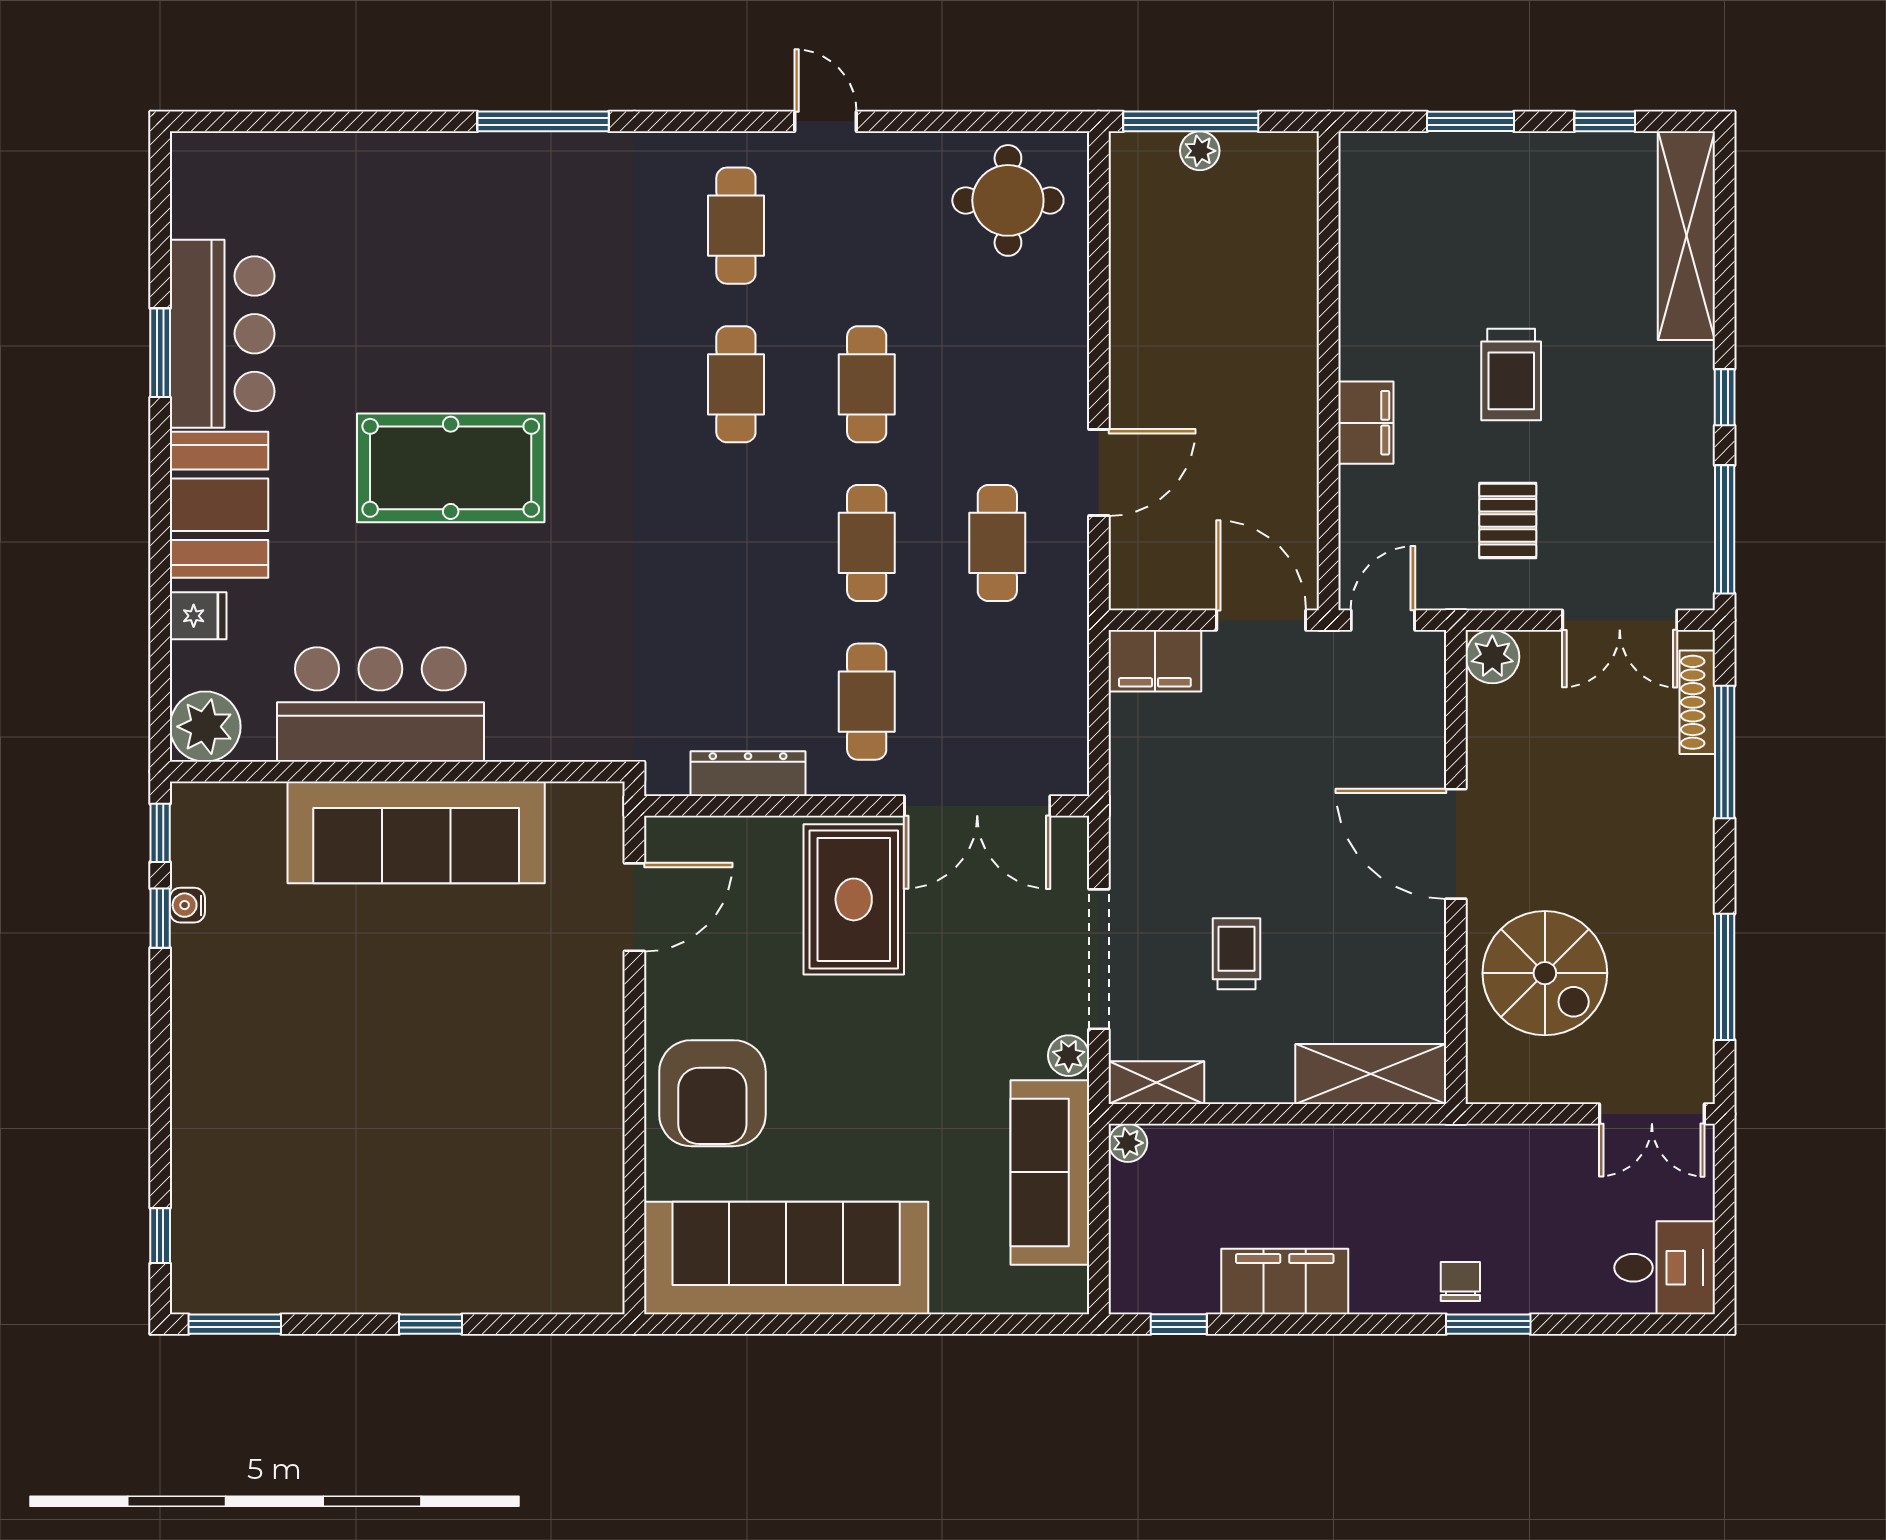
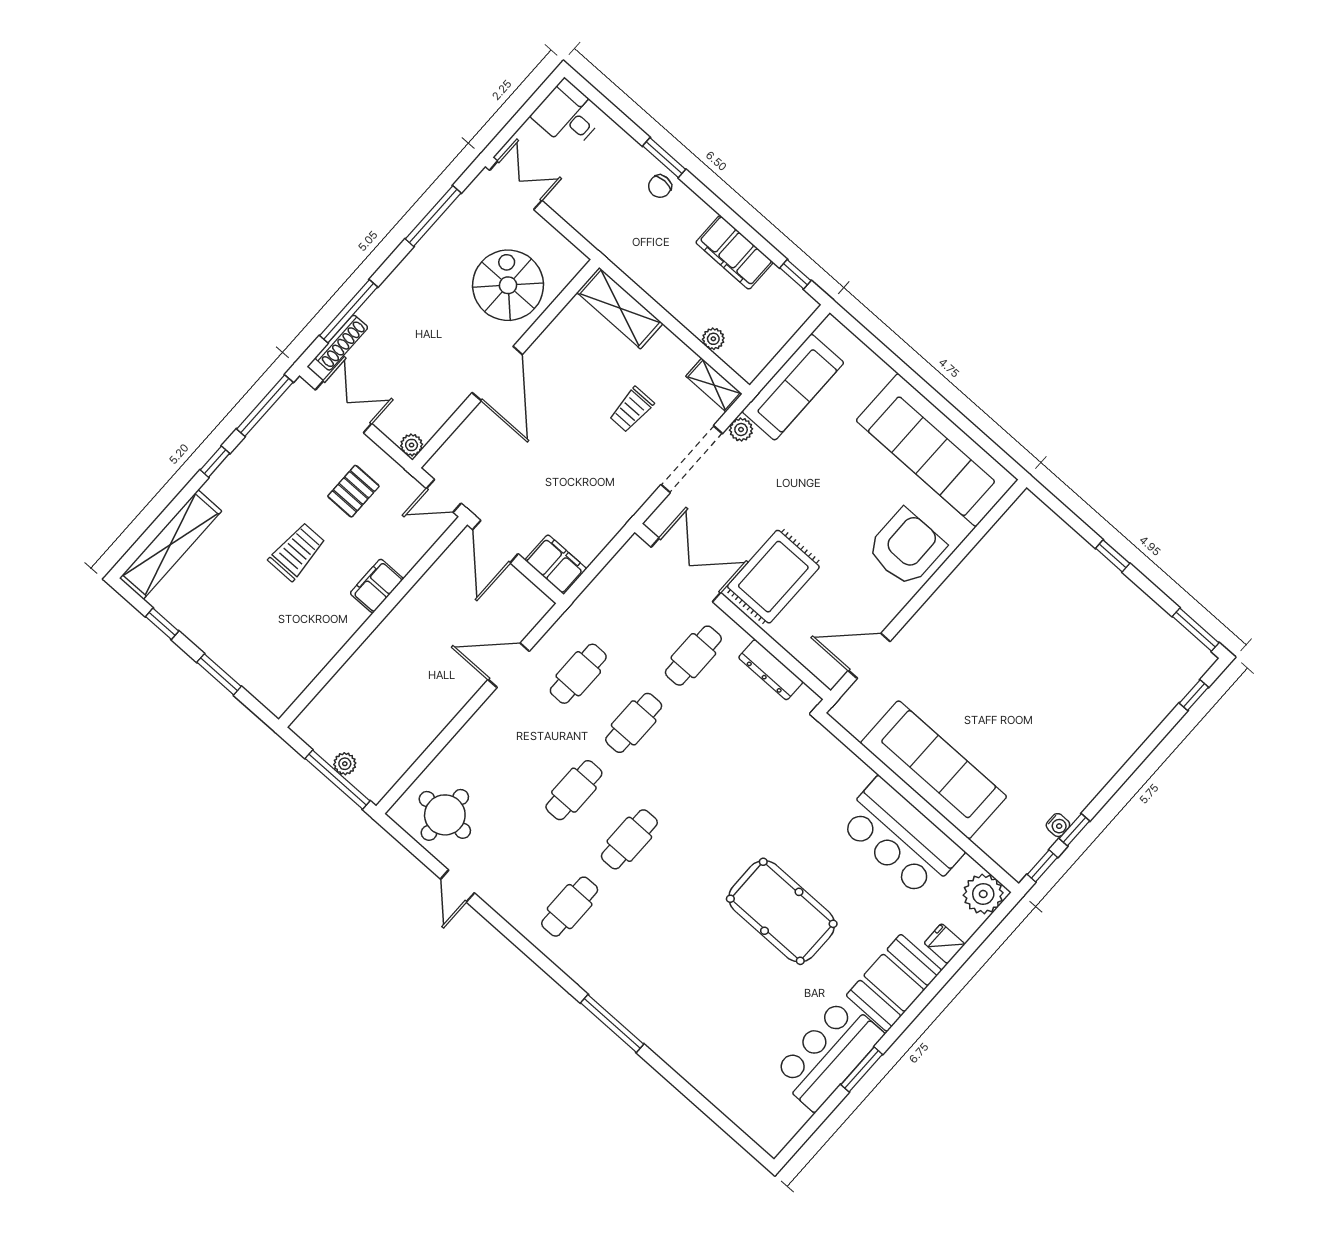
door: (826, 121) -> (457, 886), moved
plant: (1492, 657) -> (412, 445), width x0.73, depth x0.73
plant: (1128, 1143) -> (713, 339), moved

